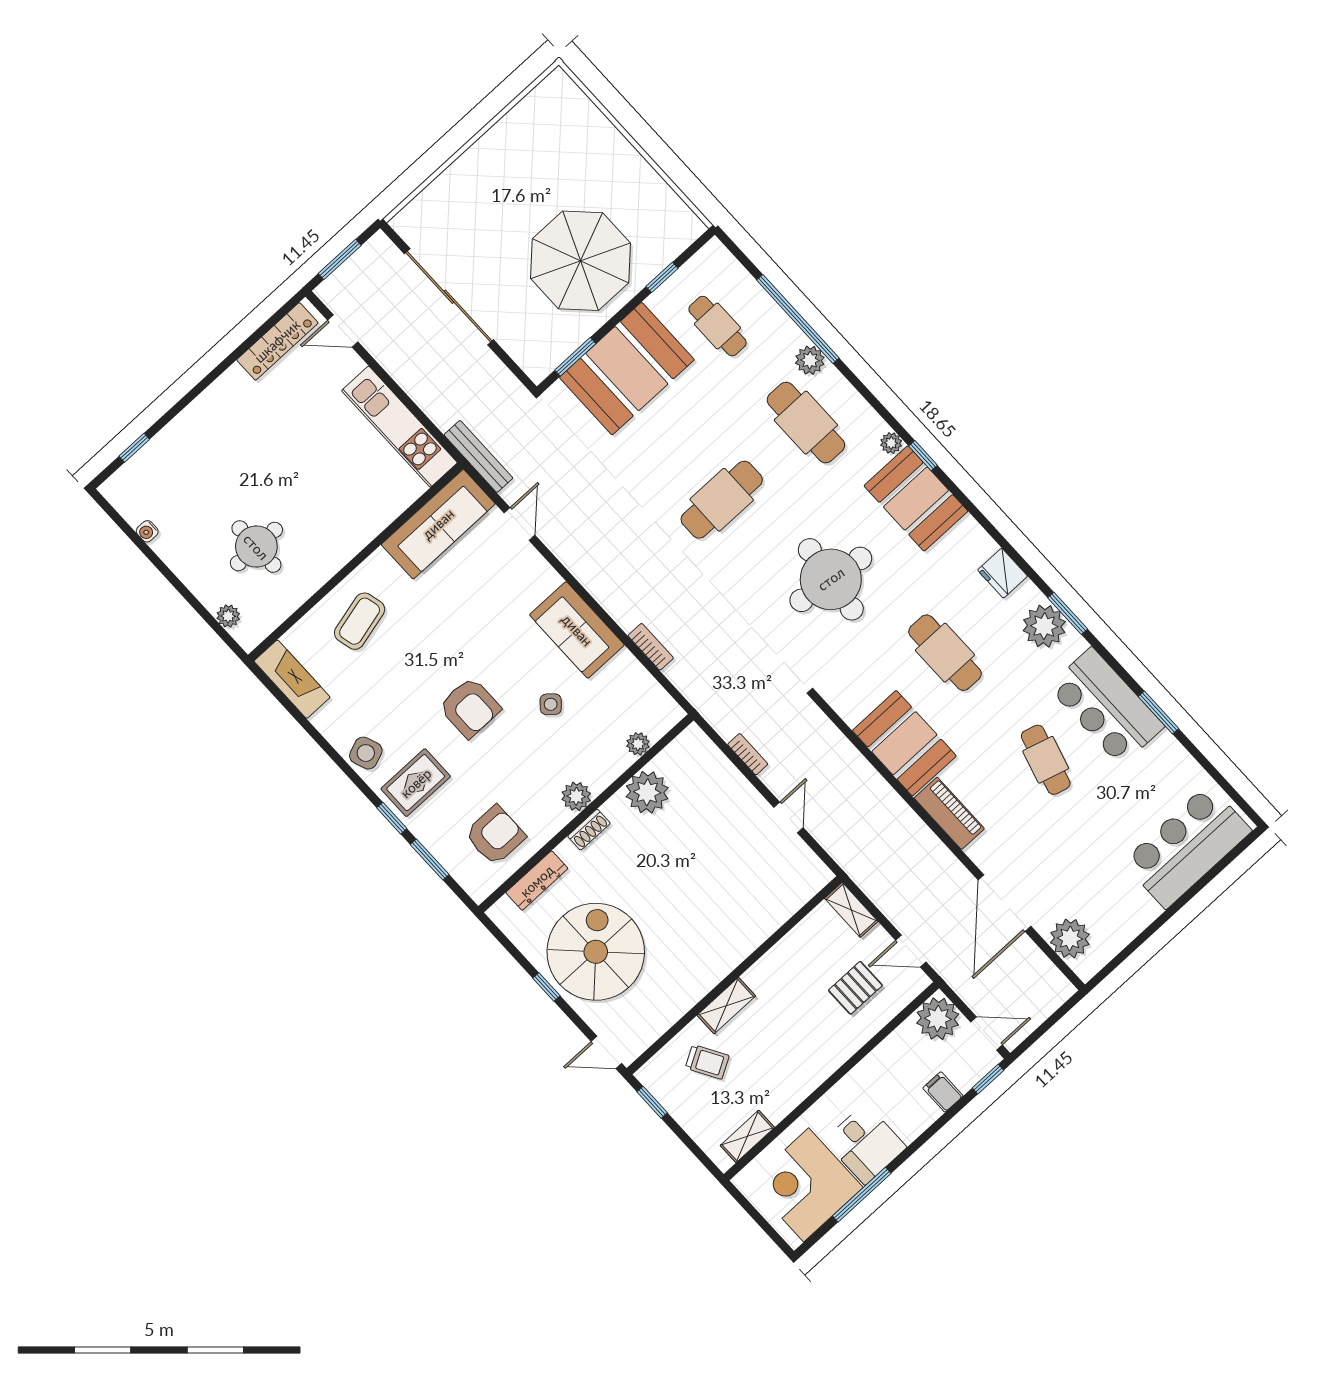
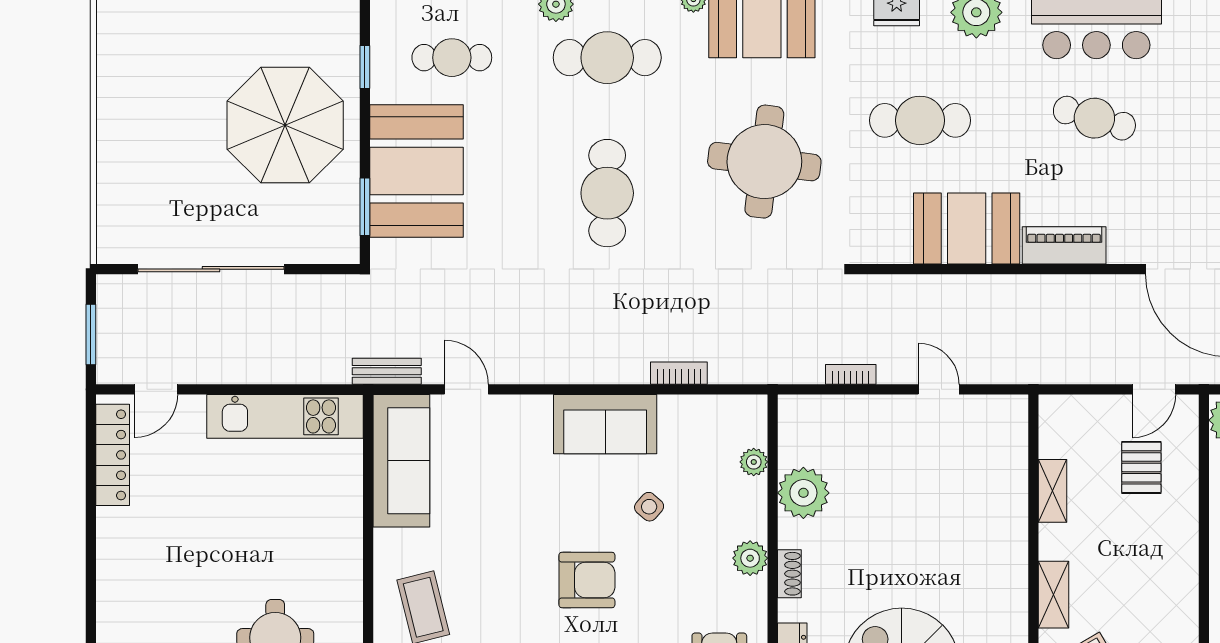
bench: (478, 456) -> (387, 371), width x0.73
shelving: (851, 910) -> (1053, 491), moved, turned 90

